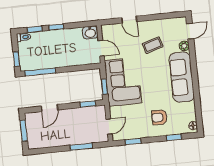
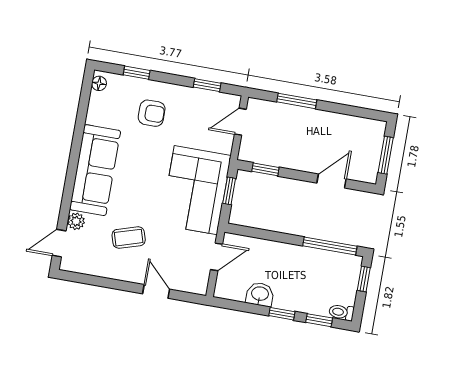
washbasin: (90, 32) -> (260, 294), moved
door: (101, 48) -> (217, 257), swing flipped

